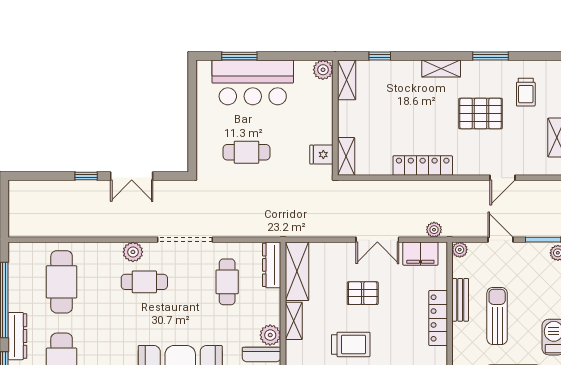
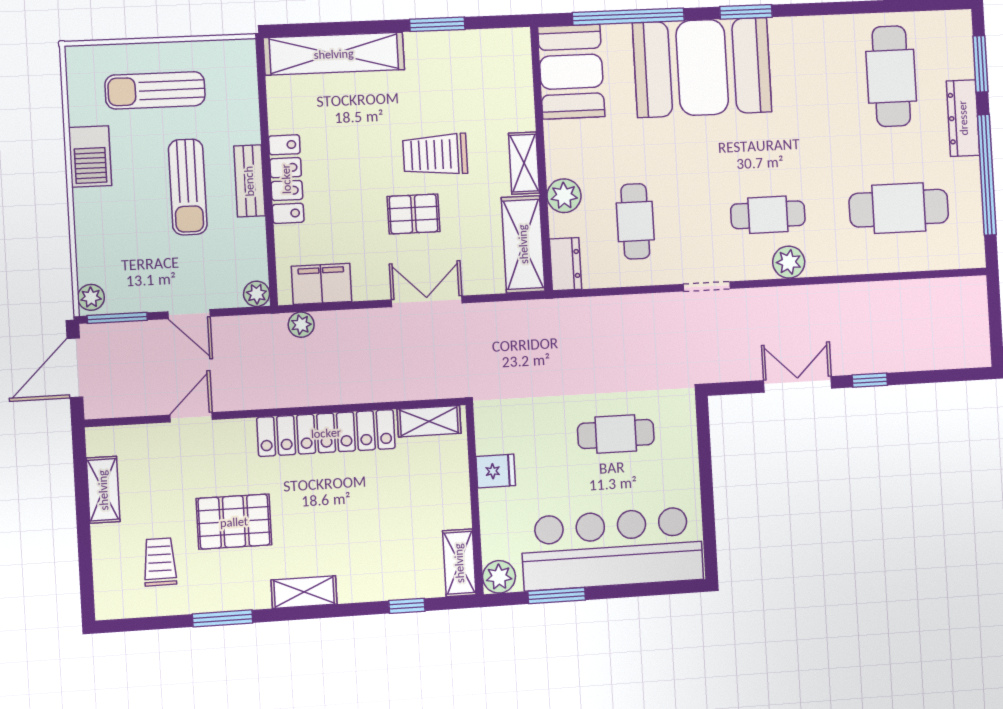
window: (239, 56) -> (557, 596), moved
bar counter: (253, 82) -> (612, 549), width x1.36
fridge: (321, 155) -> (496, 471), moved
shelving: (346, 156) -> (429, 421), moved, turned 90
locker: (423, 165) -> (326, 433), width x1.41, depth x1.21
doorway: (185, 240) -> (707, 286), width x0.53
double door: (377, 240) -> (427, 301), moved
dresser: (272, 265) -> (566, 264), width x0.70
cafe table: (62, 282) -> (899, 208), turned 90
bench: (460, 300) -> (249, 181), moved
plant: (270, 335) -> (564, 196), moved
trolley: (351, 344) -> (435, 155), moved

